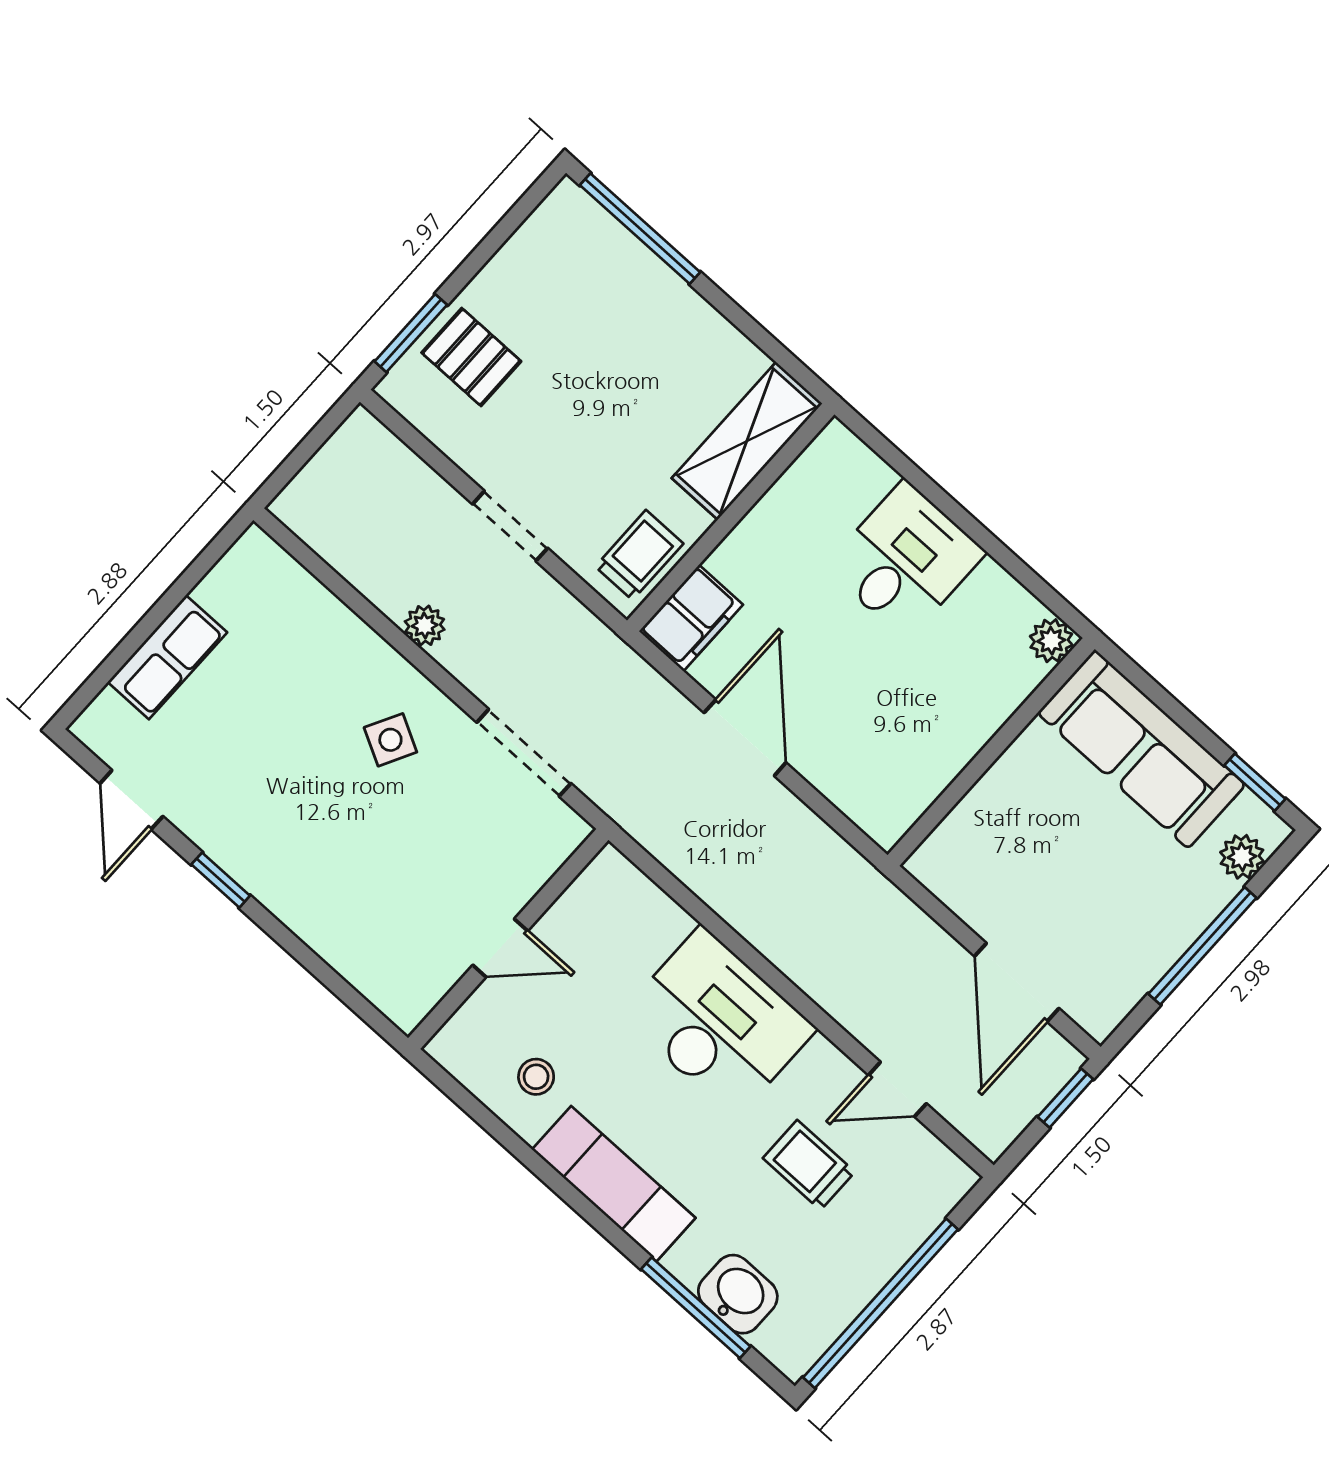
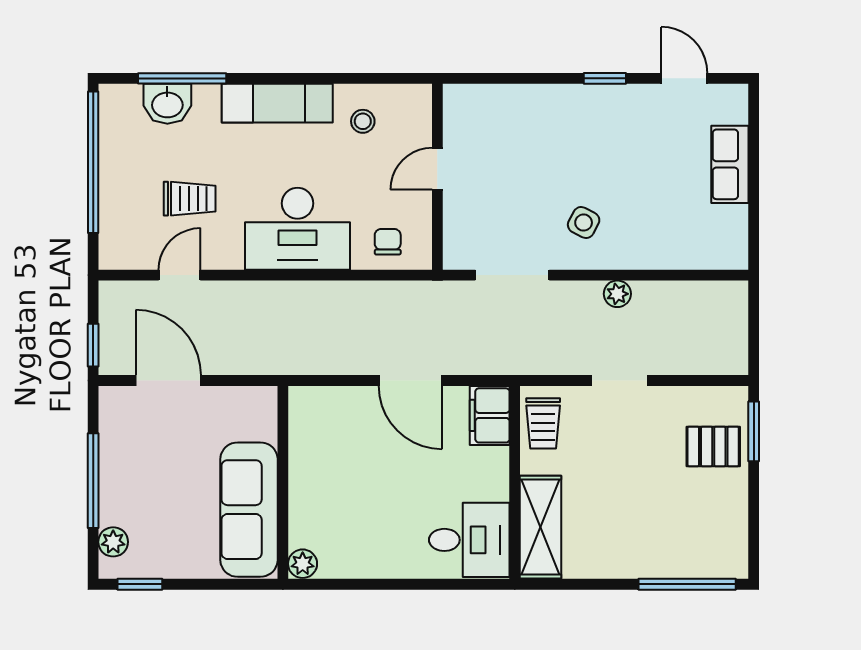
desk: (905, 560) -> (469, 540), moved, turned -90
sofa: (1141, 749) -> (249, 510), moved, turned -90
chair: (630, 916) -> (388, 242), added

